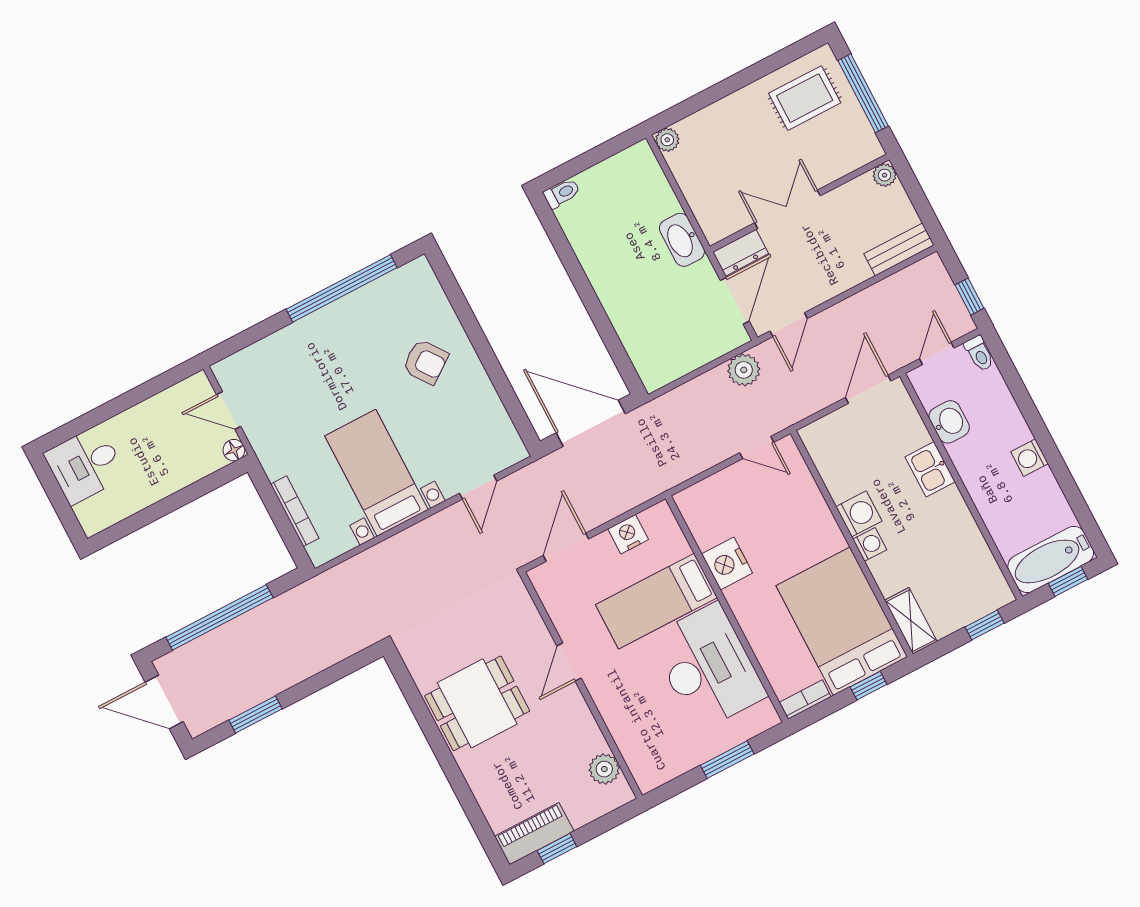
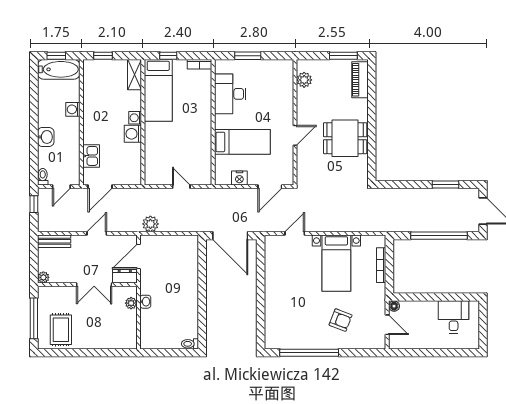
rug: (805, 98) -> (61, 330), turned 90
plant: (667, 140) -> (131, 303), moved
washbasin: (682, 240) -> (145, 302), width x0.52, depth x0.69
door: (789, 325) -> (97, 233), moved
armchair: (425, 362) -> (341, 320), moved, turned 147
washbasin: (949, 422) -> (46, 137), moved, turned 180
door: (757, 447) -> (181, 187), moved
washing machine: (1030, 458) -> (73, 109), moved, turned 180
desk: (85, 465) -> (454, 317), moved, turned -90
kitchen sink: (930, 469) -> (91, 156), moved
nightstand: (727, 563) -> (203, 142), removed
bed: (842, 621) -> (158, 90), width x0.67
desk: (708, 667) -> (230, 94), width x0.73, depth x0.77
piano: (534, 834) -> (360, 80), moved, turned 90
window: (557, 849) -> (343, 56), width x1.50

